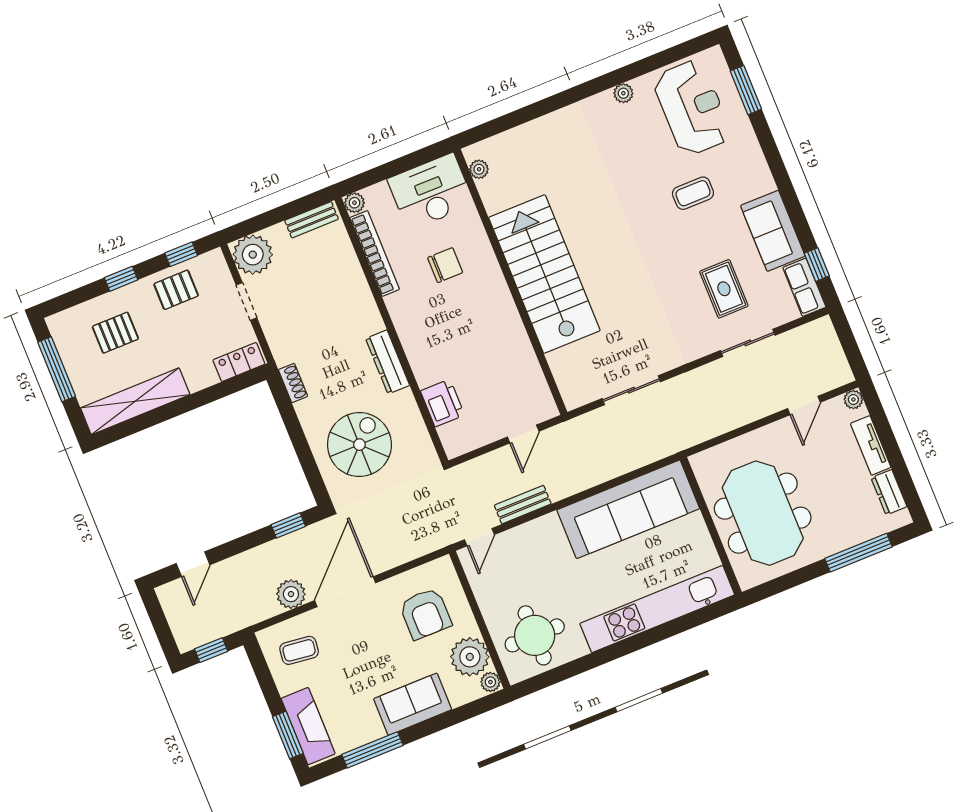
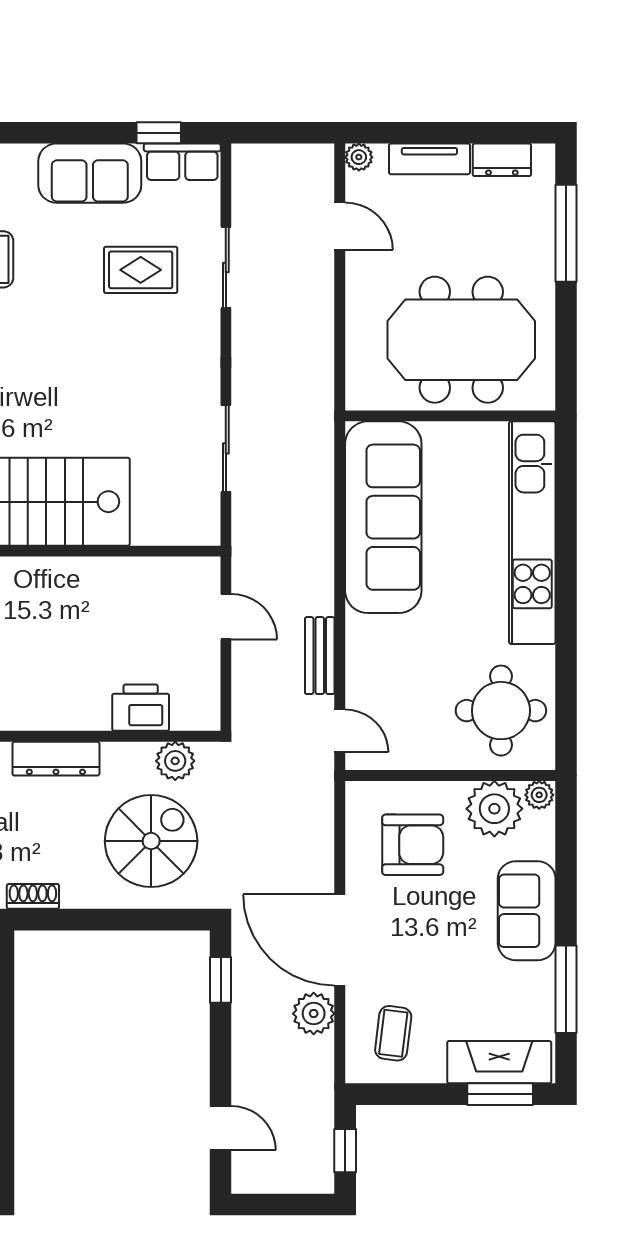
plant: (417, 439) -> (175, 761), added
spiral stairs: (359, 445) -> (151, 841), turned 90

